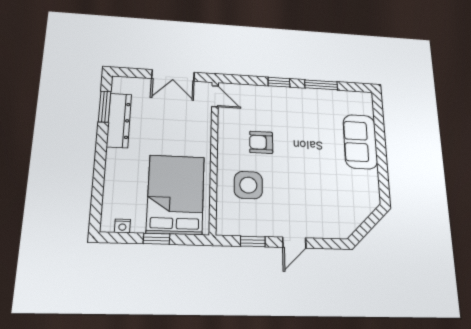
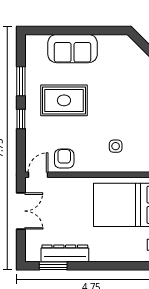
rug: (301, 129) -> (64, 100), added
armchair: (261, 142) -> (64, 159), moved, turned 180
side table: (248, 185) -> (116, 146), width x0.54, depth x0.54

